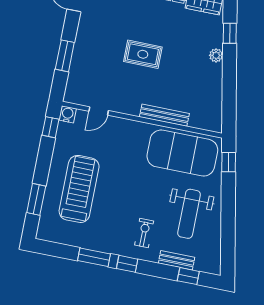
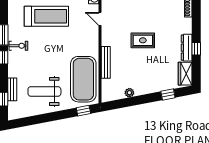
rug: (143, 54) -> (143, 40), turned 90
plant: (216, 55) -> (129, 93), moved
exercise bike: (144, 233) -> (18, 46), moved

